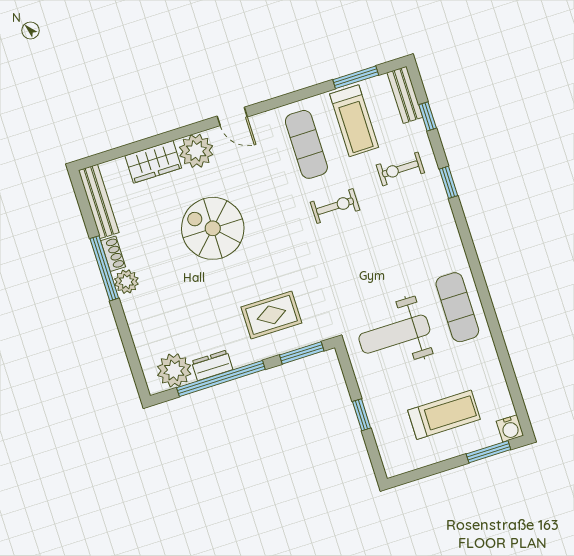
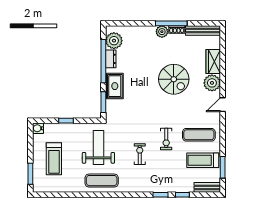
window: (428, 116) -> (182, 195), moved
exercise bike: (400, 169) -> (140, 154), moved
spiral stairs: (213, 228) -> (174, 79), turned 90
rug: (271, 315) -> (115, 86), moved
water cooler: (510, 428) -> (38, 128), moved

